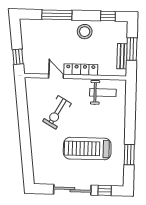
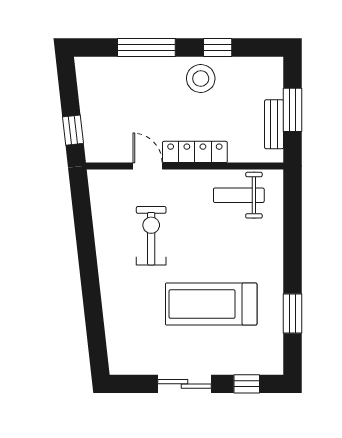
window: (108, 16) -> (218, 47), moved
weight bench: (103, 93) -> (239, 195), turned 180
exercise bike: (57, 112) -> (151, 236), turned 150
sliding door: (72, 190) -> (185, 384), width x0.73

